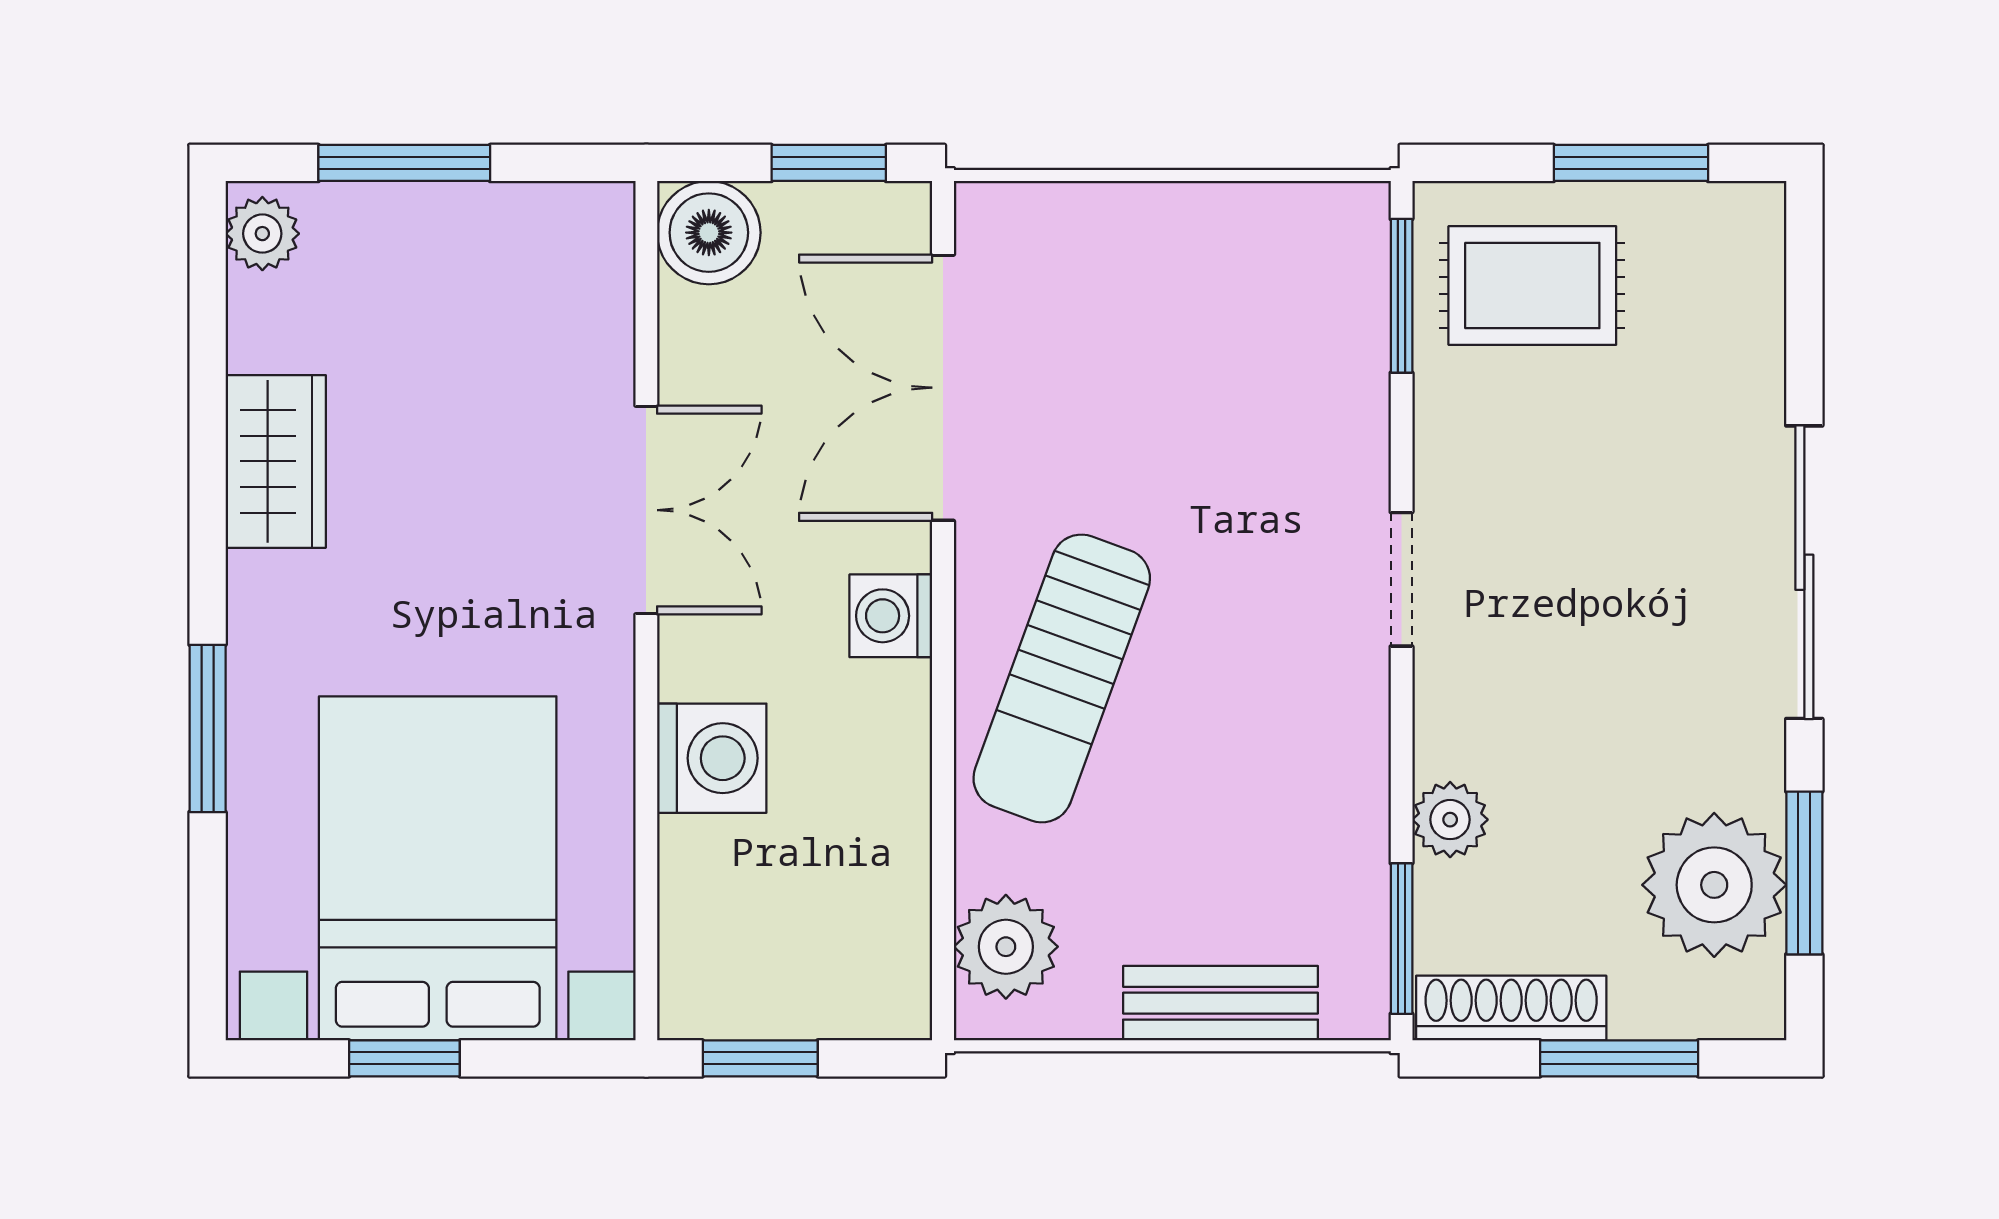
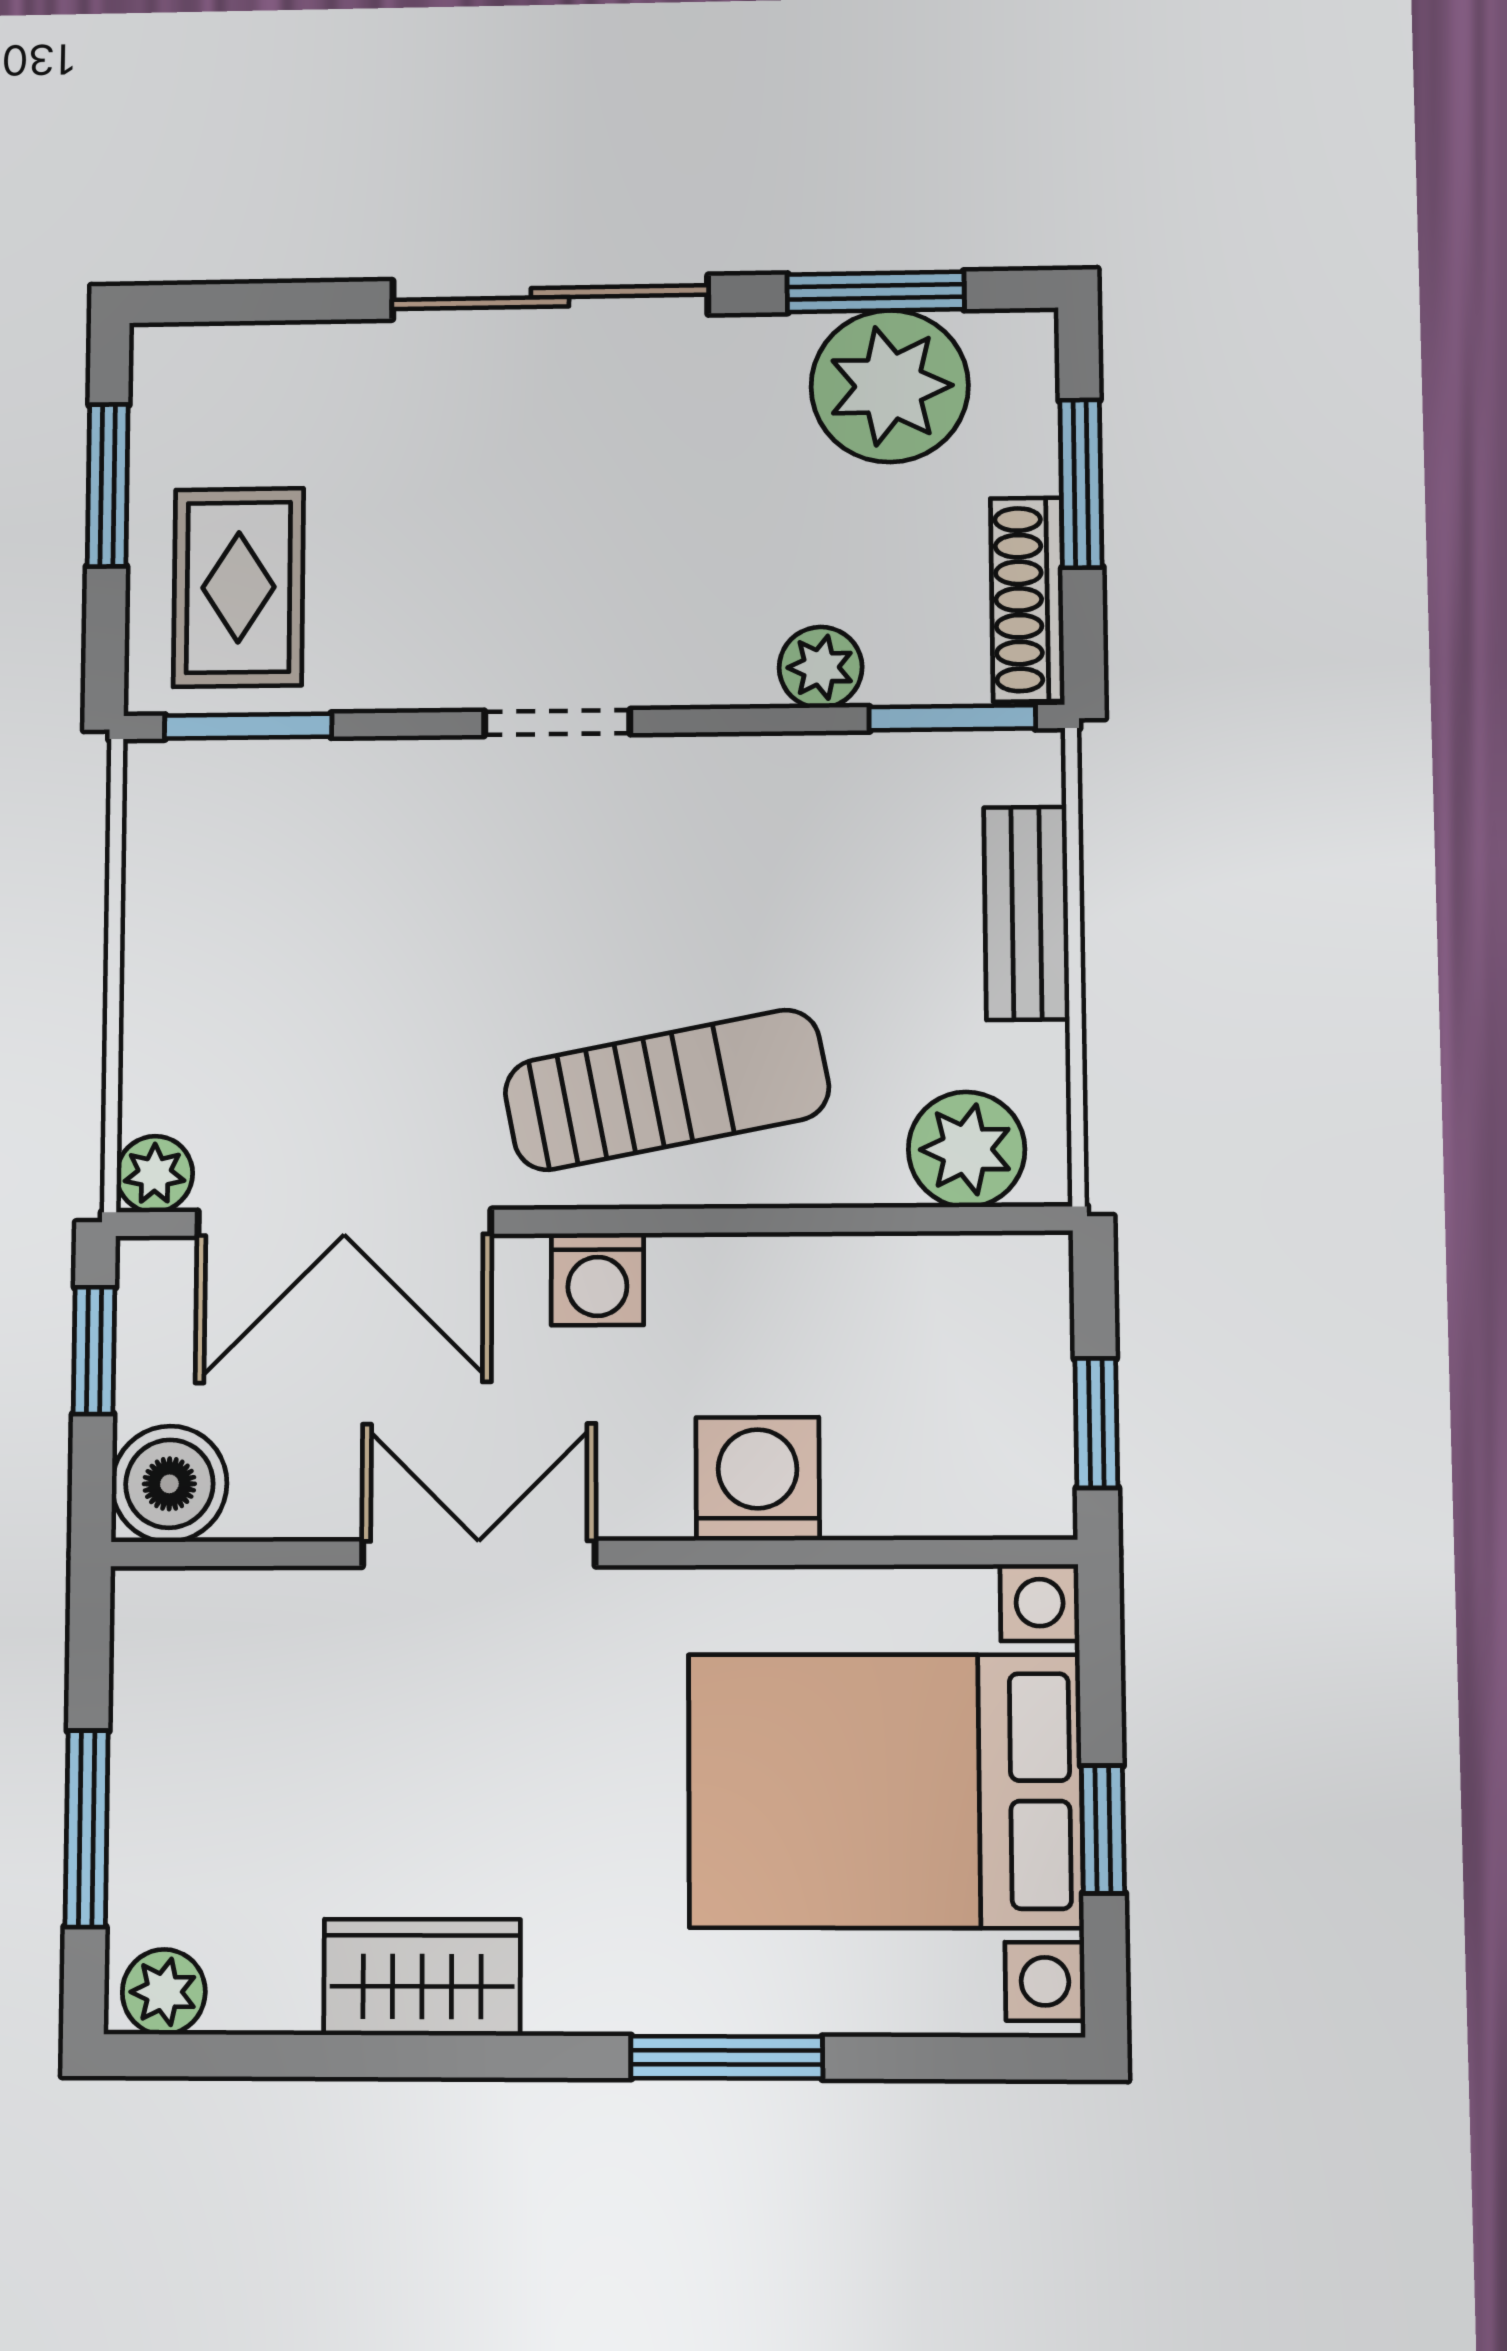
plant: (988, 215) -> (155, 1174), added
sun lounger: (1062, 678) -> (667, 1090), turned -31

